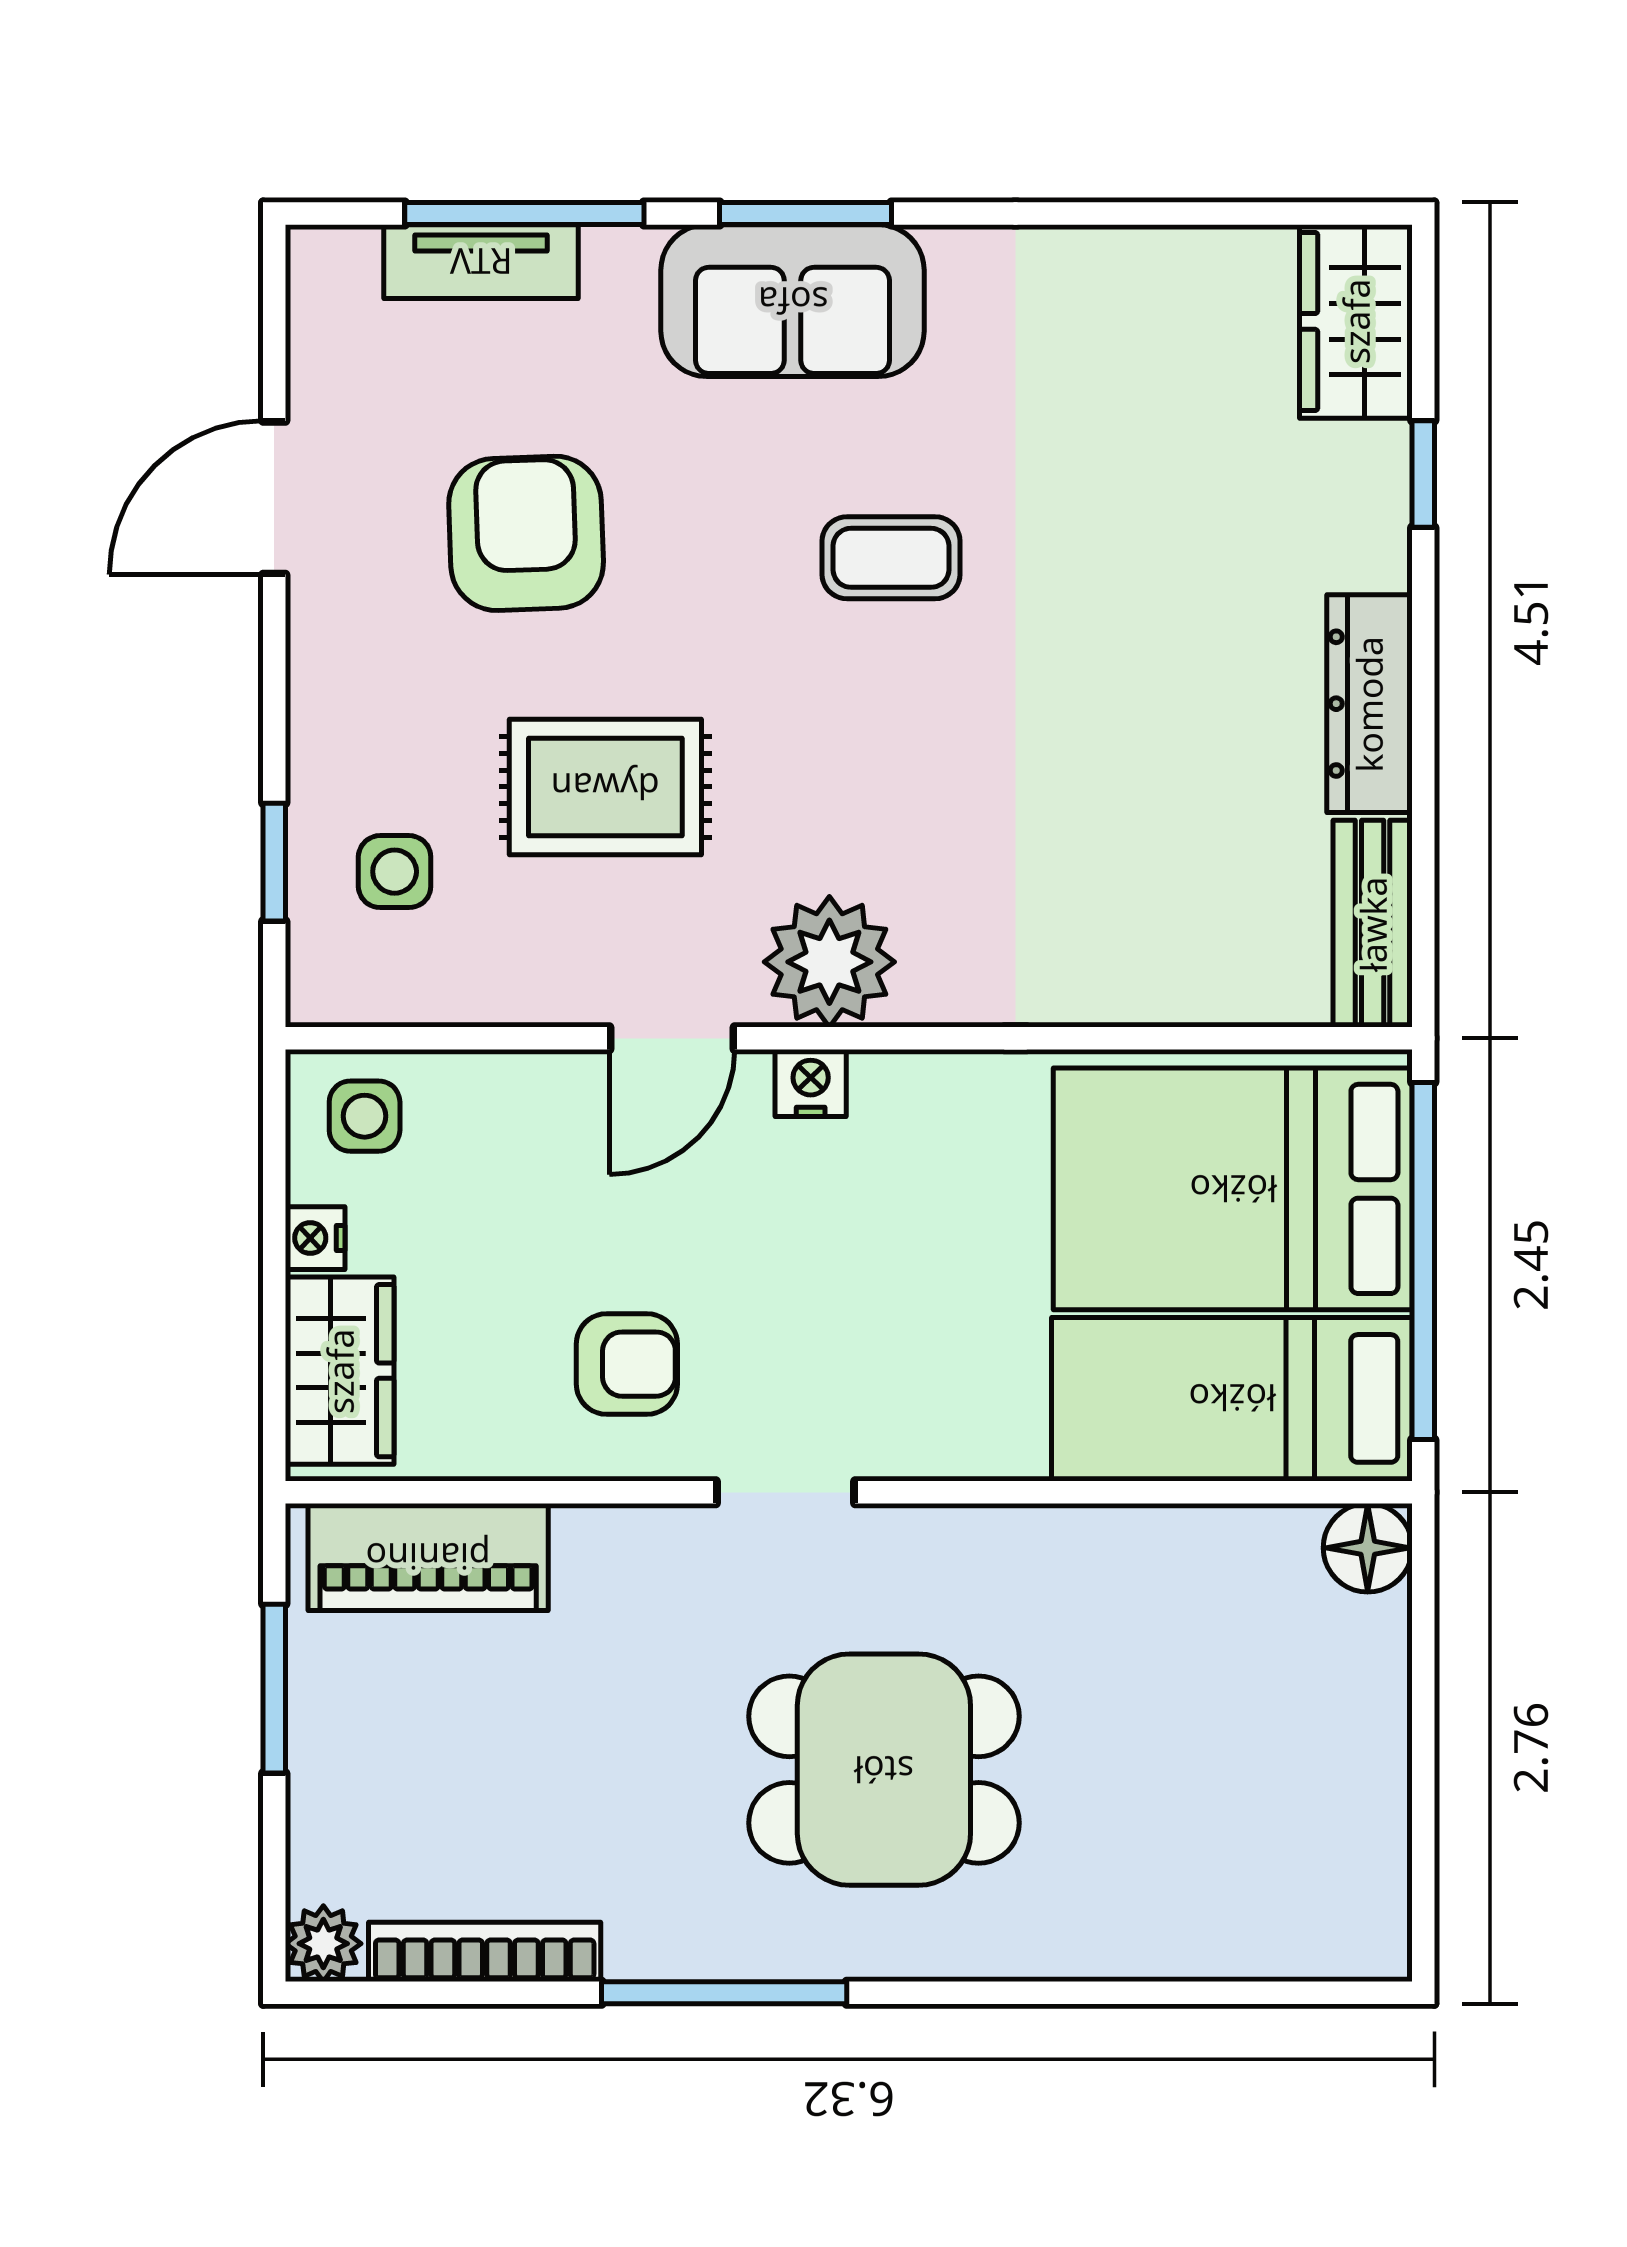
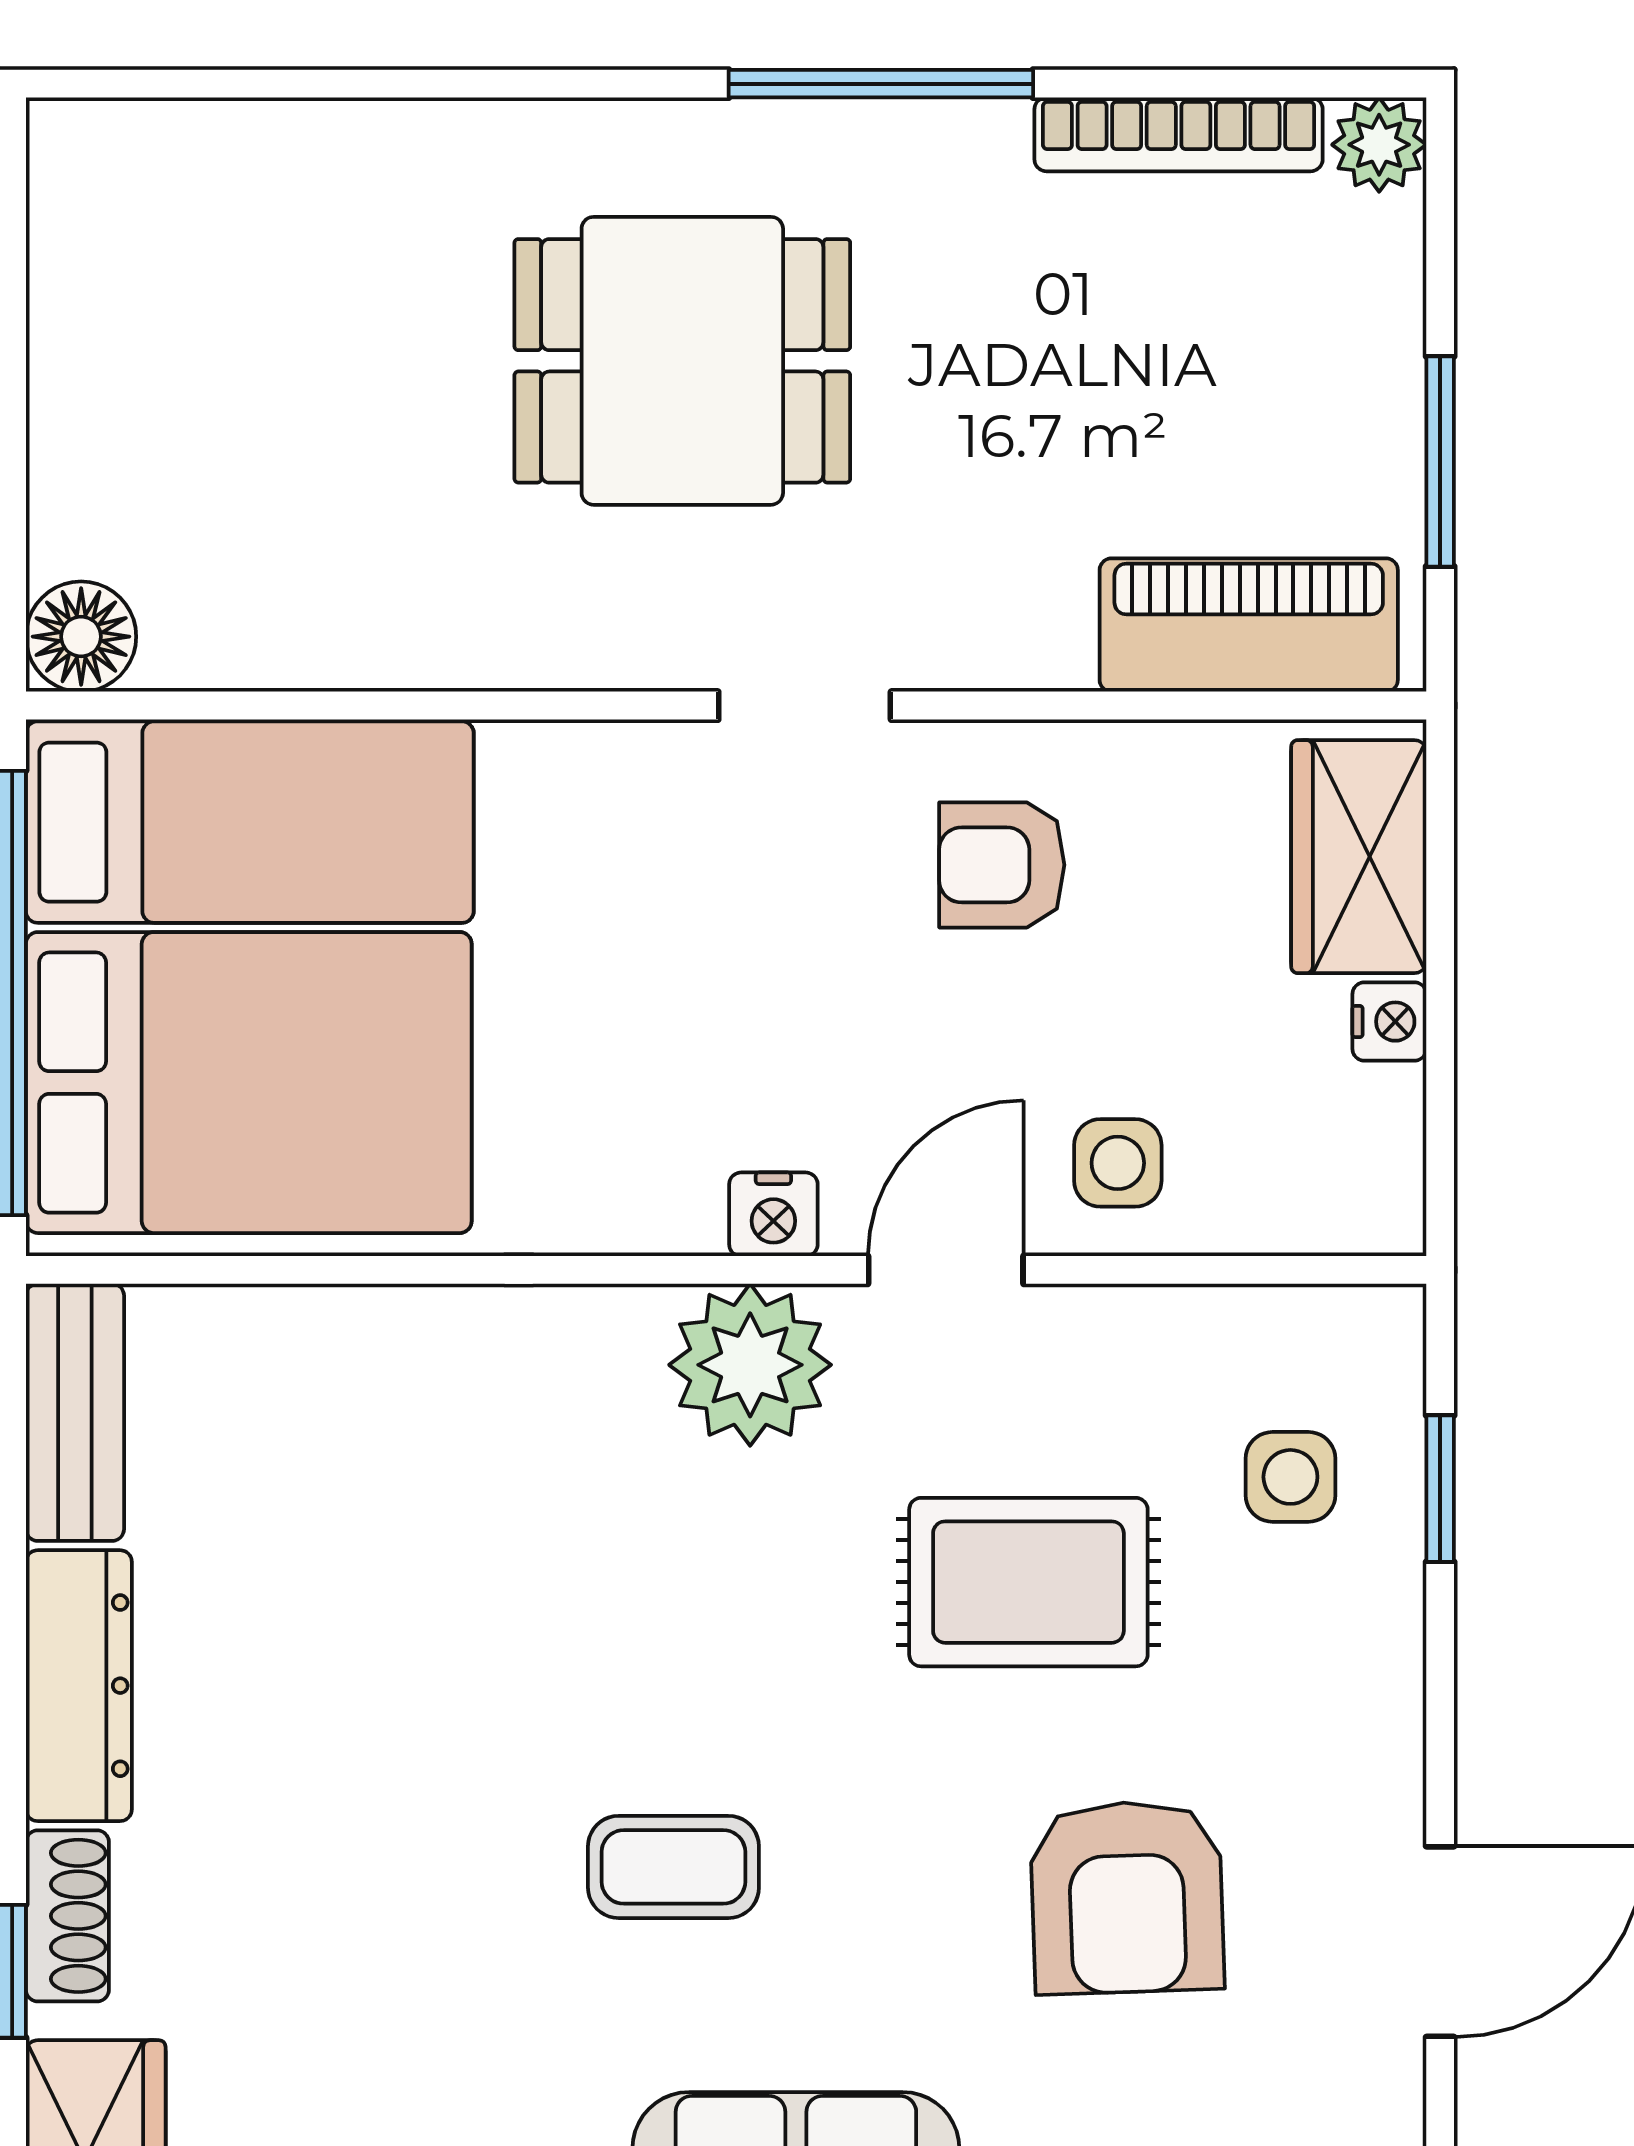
shoe rack: (1379, 518) -> (67, 1916), added
side table: (365, 1116) -> (1118, 1163), moved

